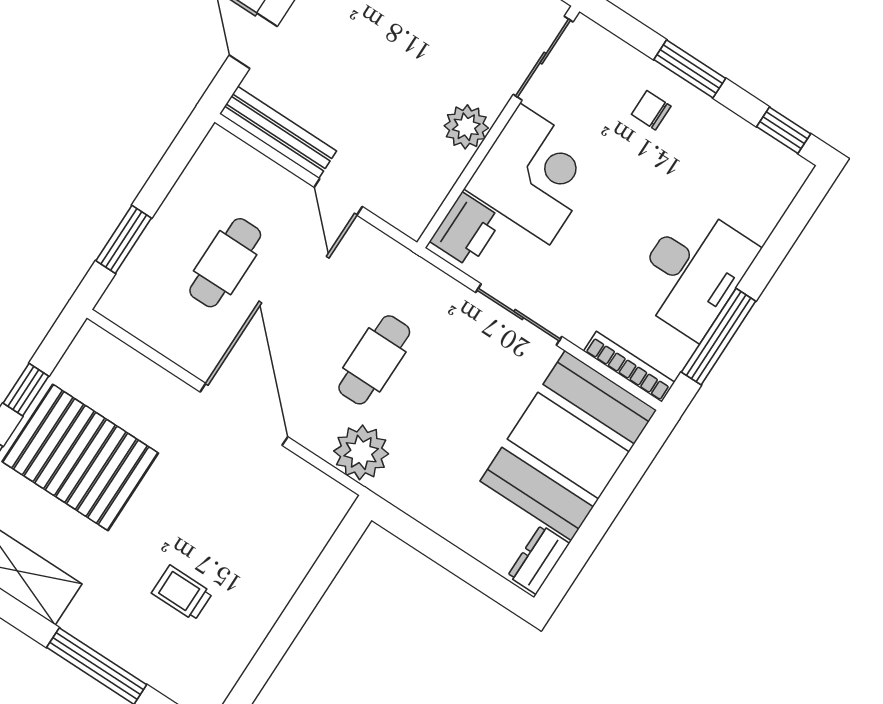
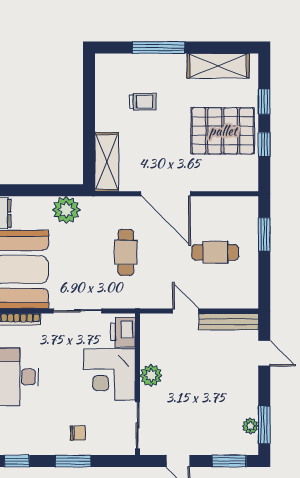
cafe table: (225, 263) -> (215, 252), turned 90
plant: (361, 452) -> (66, 210), moved
shelving: (308, 532) -> (107, 162), added

